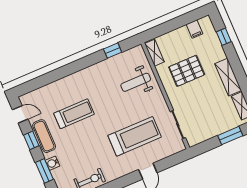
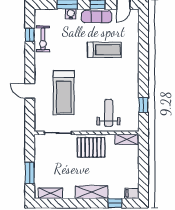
filing cabinet: (195, 29) -> (132, 193), moved
pallet: (187, 71) -> (91, 147), moved, turned 90
shelving: (228, 77) -> (91, 192), moved
treadmill: (74, 114) -> (104, 50), turned -90

